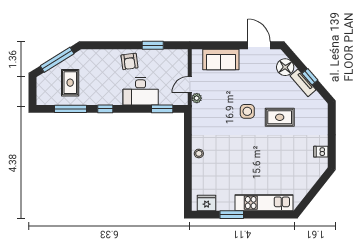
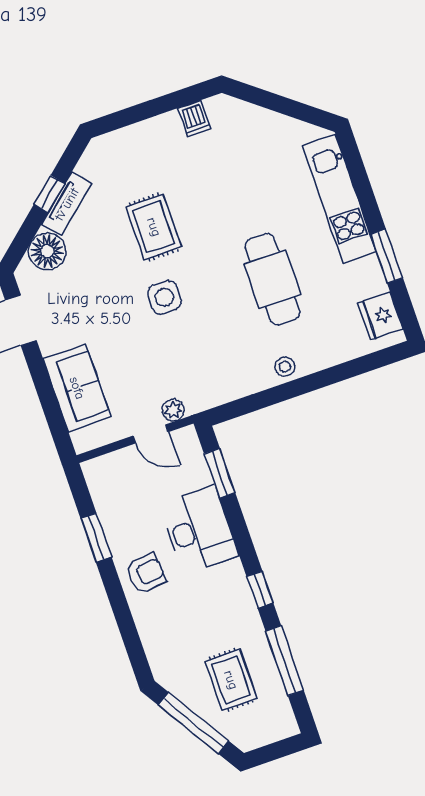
rug: (70, 83) -> (231, 680), turned 90
cafe table: (239, 161) -> (272, 279), added

